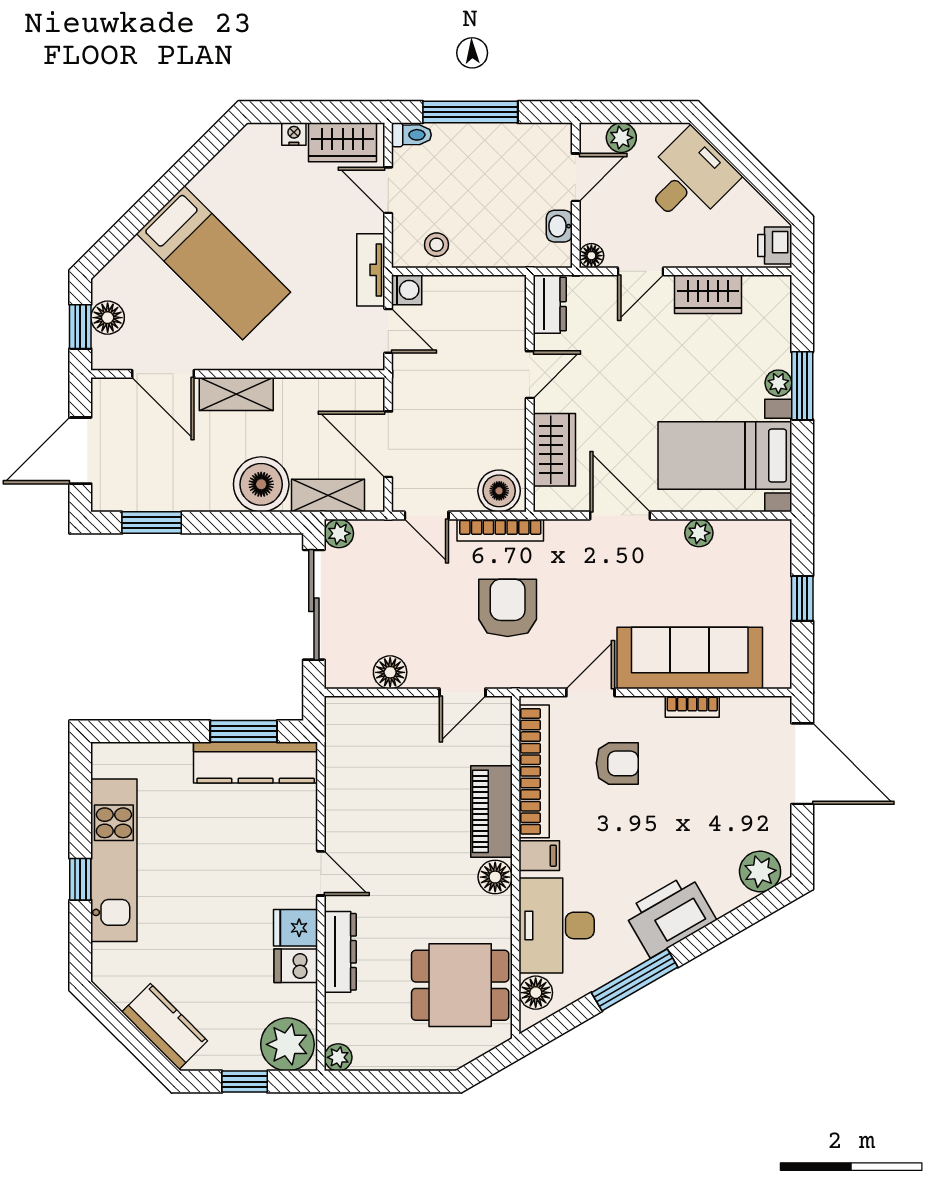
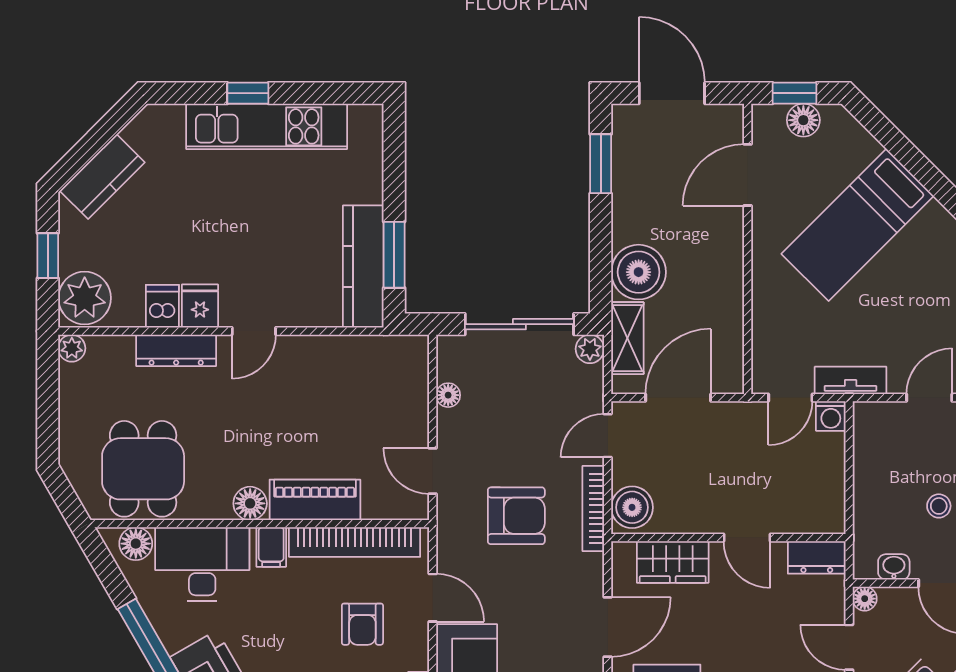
stool: (437, 245) -> (939, 506), moved
shelving: (236, 394) -> (728, 247), removed
floor lamp: (390, 672) -> (448, 395), width x0.73, depth x0.73

